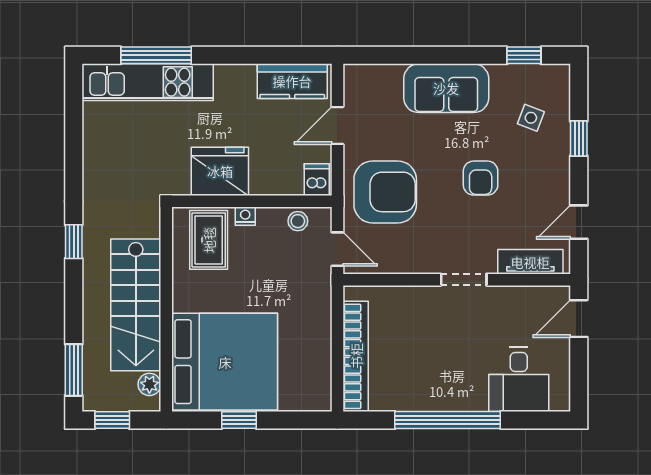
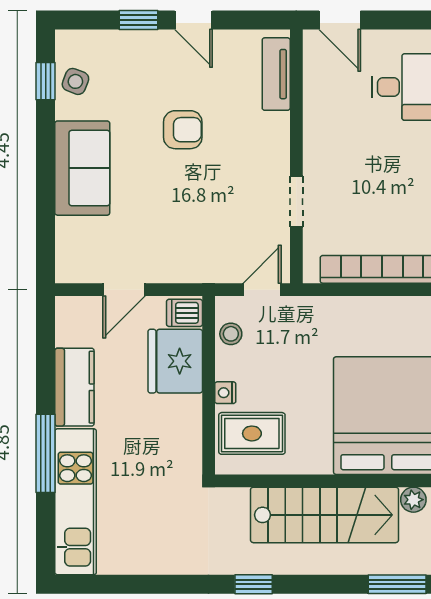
window: (156, 55) -> (46, 453), moved
kitchen counter: (292, 81) -> (74, 387), moved
side table: (531, 118) -> (75, 81), moved
door: (337, 125) -> (124, 290), hinge flipped
fridge: (220, 171) -> (175, 361), moved
armchair: (385, 192) -> (198, 236), removed
door: (579, 222) -> (194, 20), moved
doorway: (464, 280) -> (296, 201), moved

